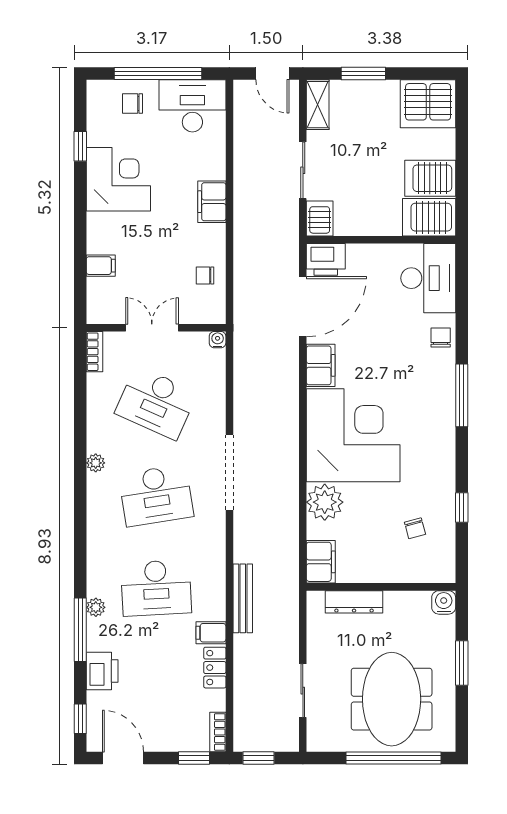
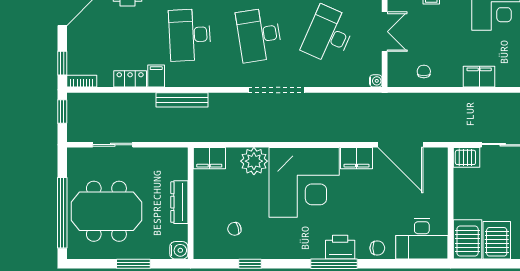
printer: (326, 259) -> (340, 247), moved, turned 90
dresser: (354, 602) -> (179, 202), moved

